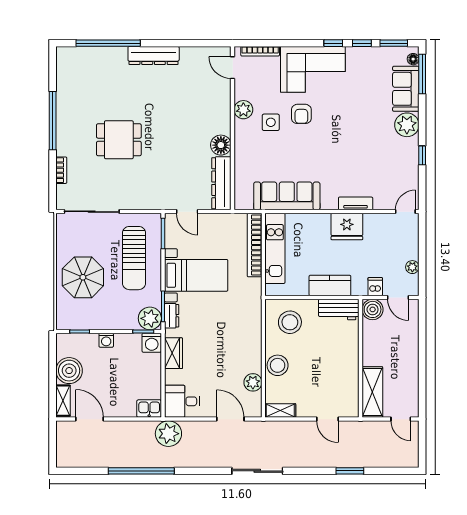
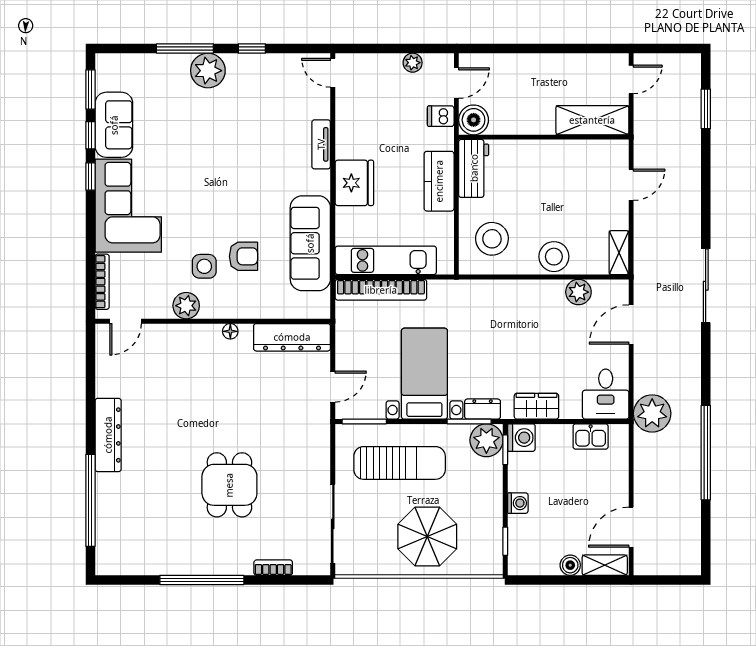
floor lamp: (413, 59) -> (113, 62), removed
window: (422, 74) -> (185, 49), moved
sofa: (406, 89) -> (114, 125), moved, turned -90
armchair: (301, 114) -> (243, 256), moved
floor lamp: (221, 145) -> (230, 331), width x0.53, depth x0.53
fridge: (347, 227) -> (354, 183), moved
boiler: (69, 371) -> (570, 565), width x0.54, depth x0.54
kitchen sink: (149, 409) -> (591, 436), moved, turned -90
window: (350, 471) -> (706, 109), moved

